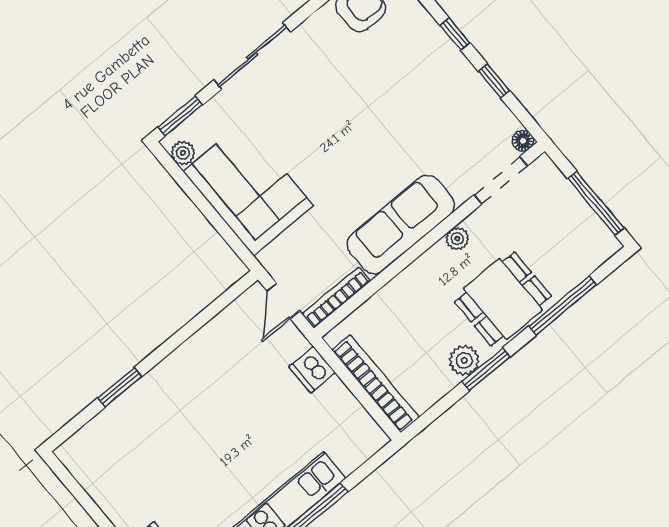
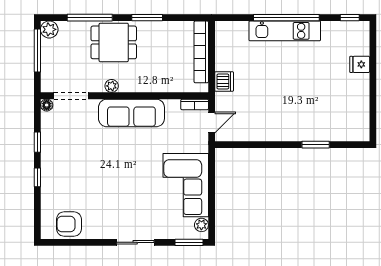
sliding door: (252, 56) -> (135, 242), width x0.73
bookcase: (336, 298) -> (195, 104), width x0.64
plant: (464, 360) -> (49, 29), moved

